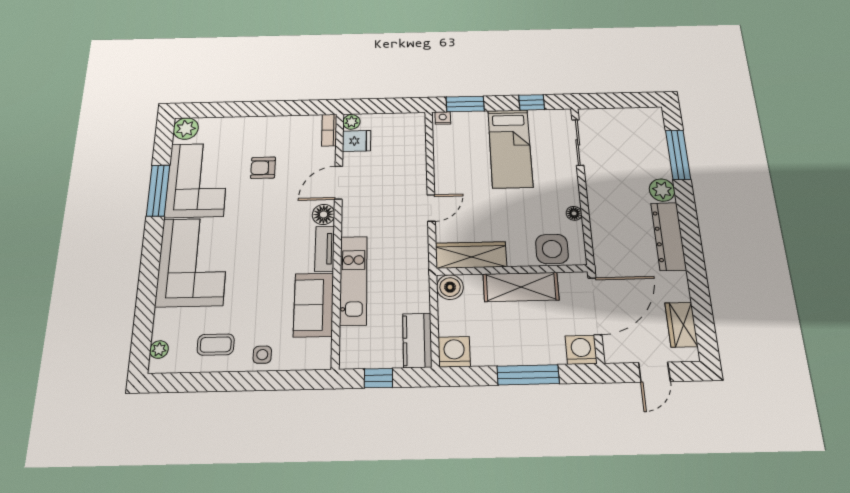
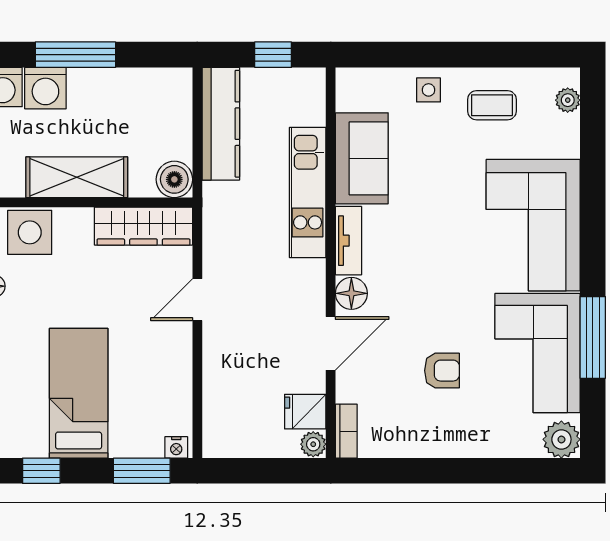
kitchen counter: (417, 340) -> (221, 124), width x1.50
washing machine: (454, 352) -> (45, 88), moved

